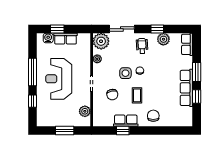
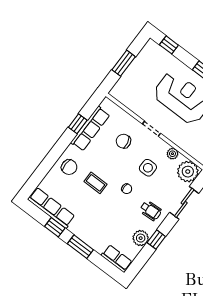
side table: (125, 73) -> (148, 168), moved
row of seats: (186, 88) -> (51, 208), moved
coffee table: (137, 95) -> (95, 183), moved
window: (33, 101) -> (169, 45), moved
plant: (85, 111) -> (128, 99), removed
row of seats: (126, 121) -> (90, 129), width x1.48

